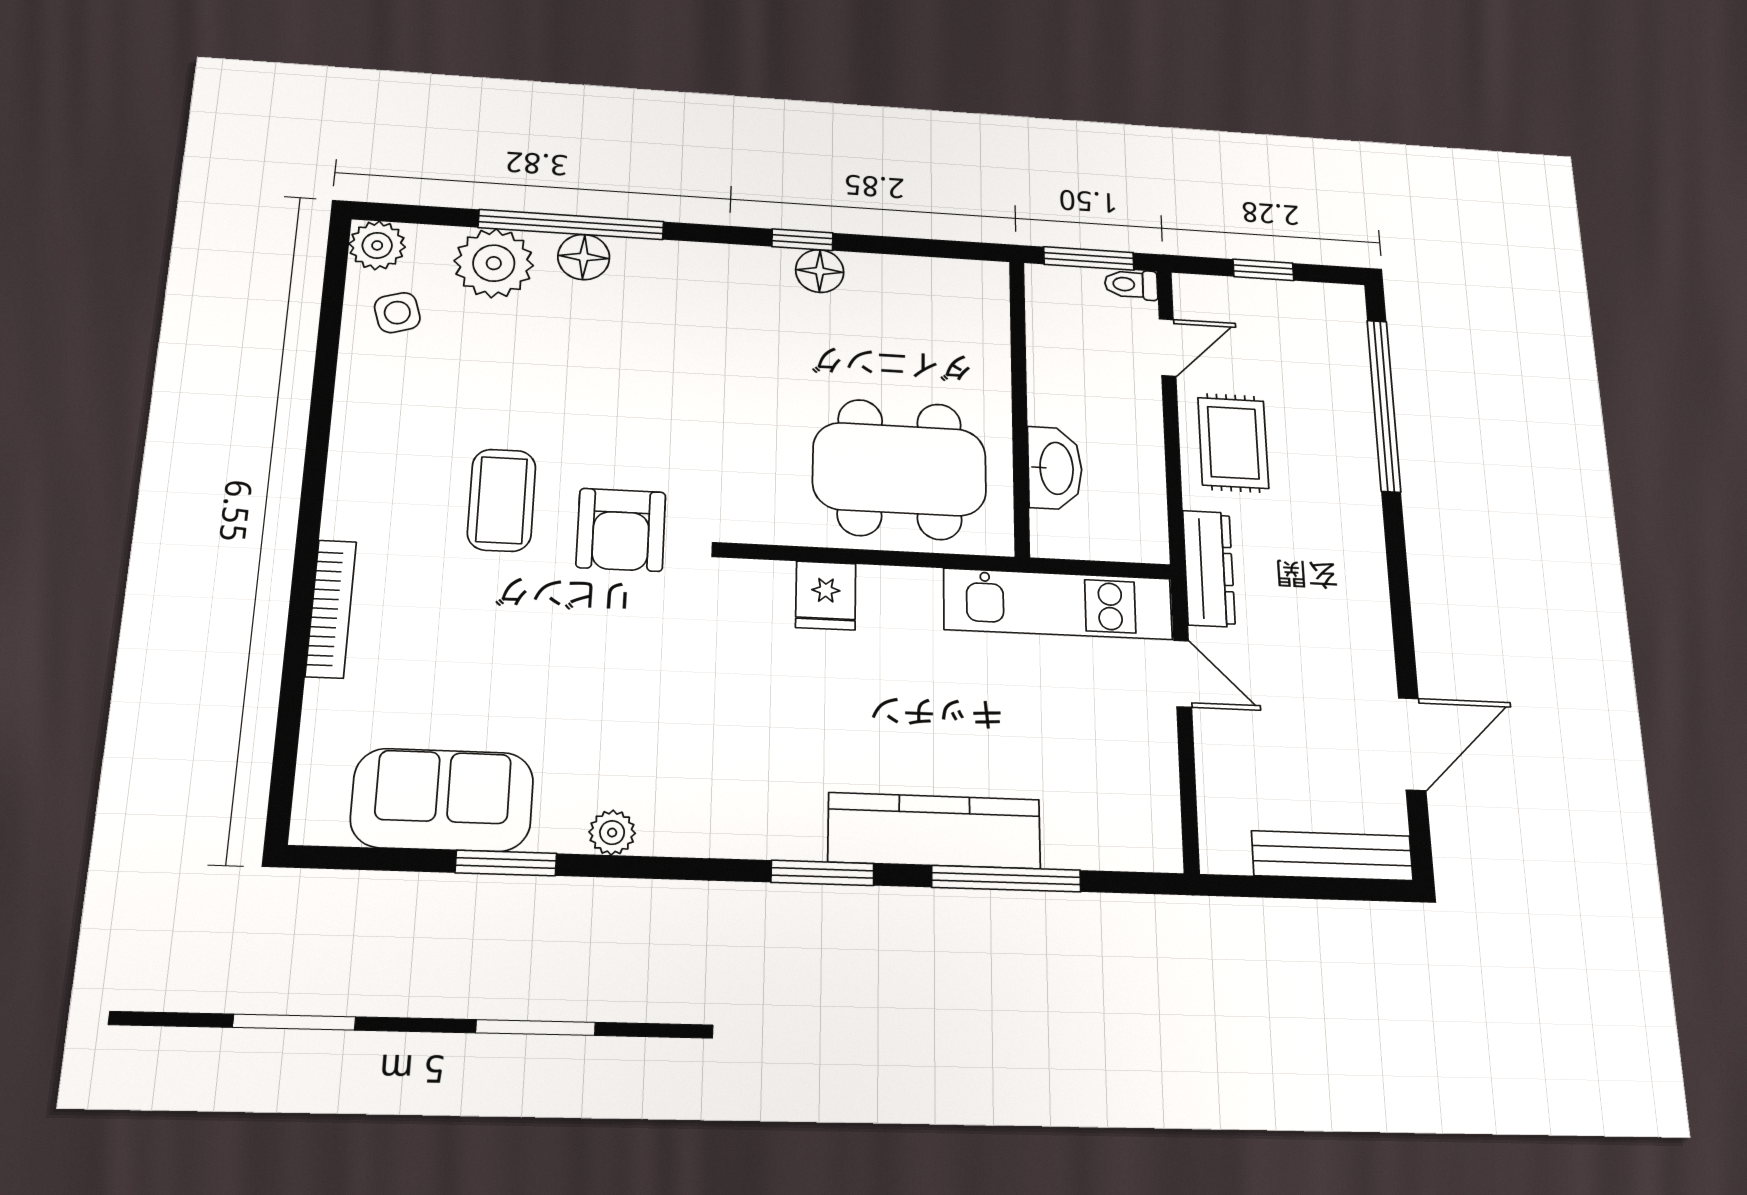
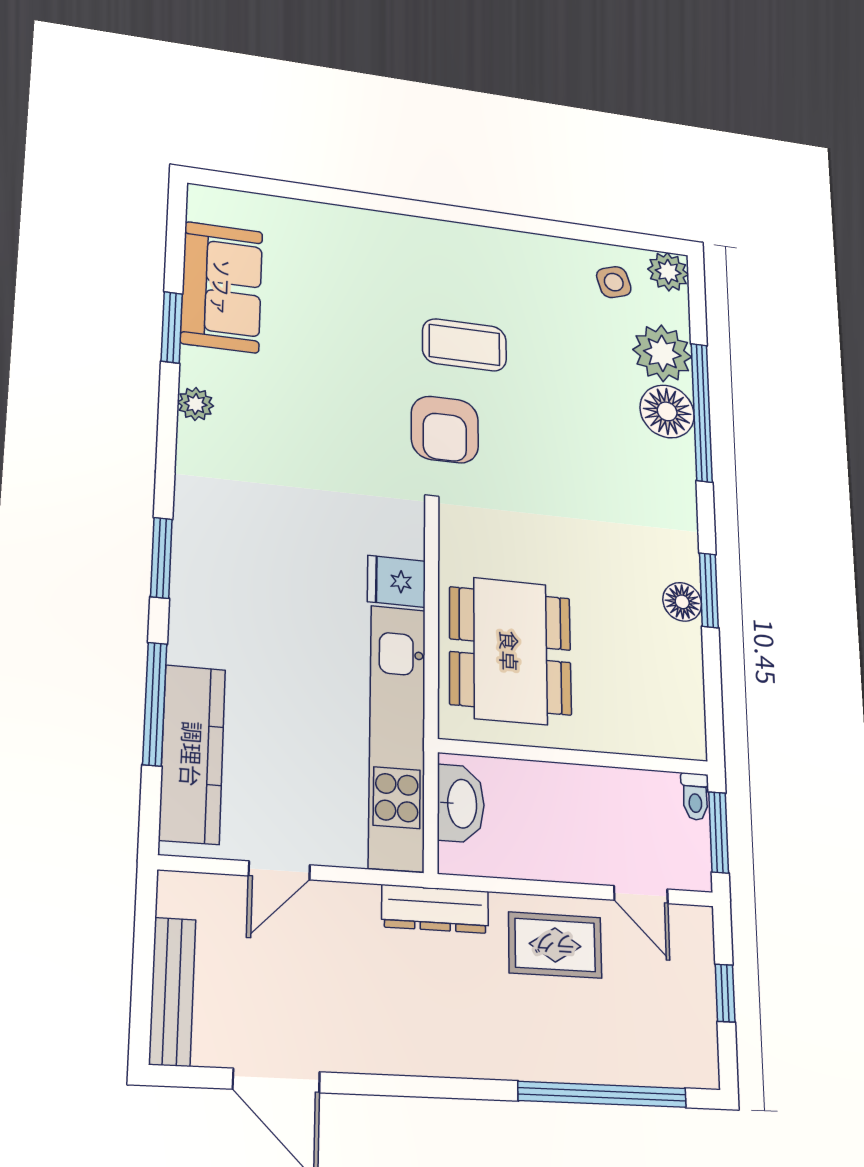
window: (802, 240) -> (709, 590), width x1.50
floor lamp: (584, 257) -> (667, 411), width x1.38, depth x1.38
toilet: (1131, 285) -> (695, 797), moved, turned 180
washbasin: (1055, 468) -> (461, 804), moved, turned -90
armchair: (621, 530) -> (445, 430), turned -90
kitchen unit: (1058, 604) -> (397, 737), width x1.36
bookcase: (331, 609) -> (371, 222), removed
door: (1183, 674) -> (279, 870), moved
kitchen counter: (935, 831) -> (192, 754), moved

